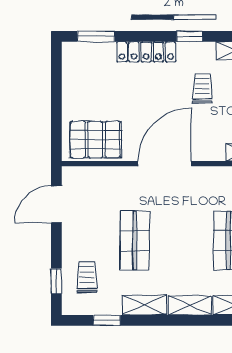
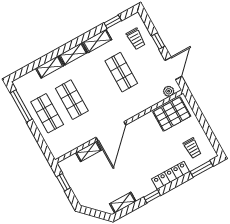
trolley: (202, 88) -> (192, 148), moved
door: (165, 164) -> (111, 131), moved
plant: (82, 175) -> (169, 91), added
window: (56, 281) -> (158, 41), moved

